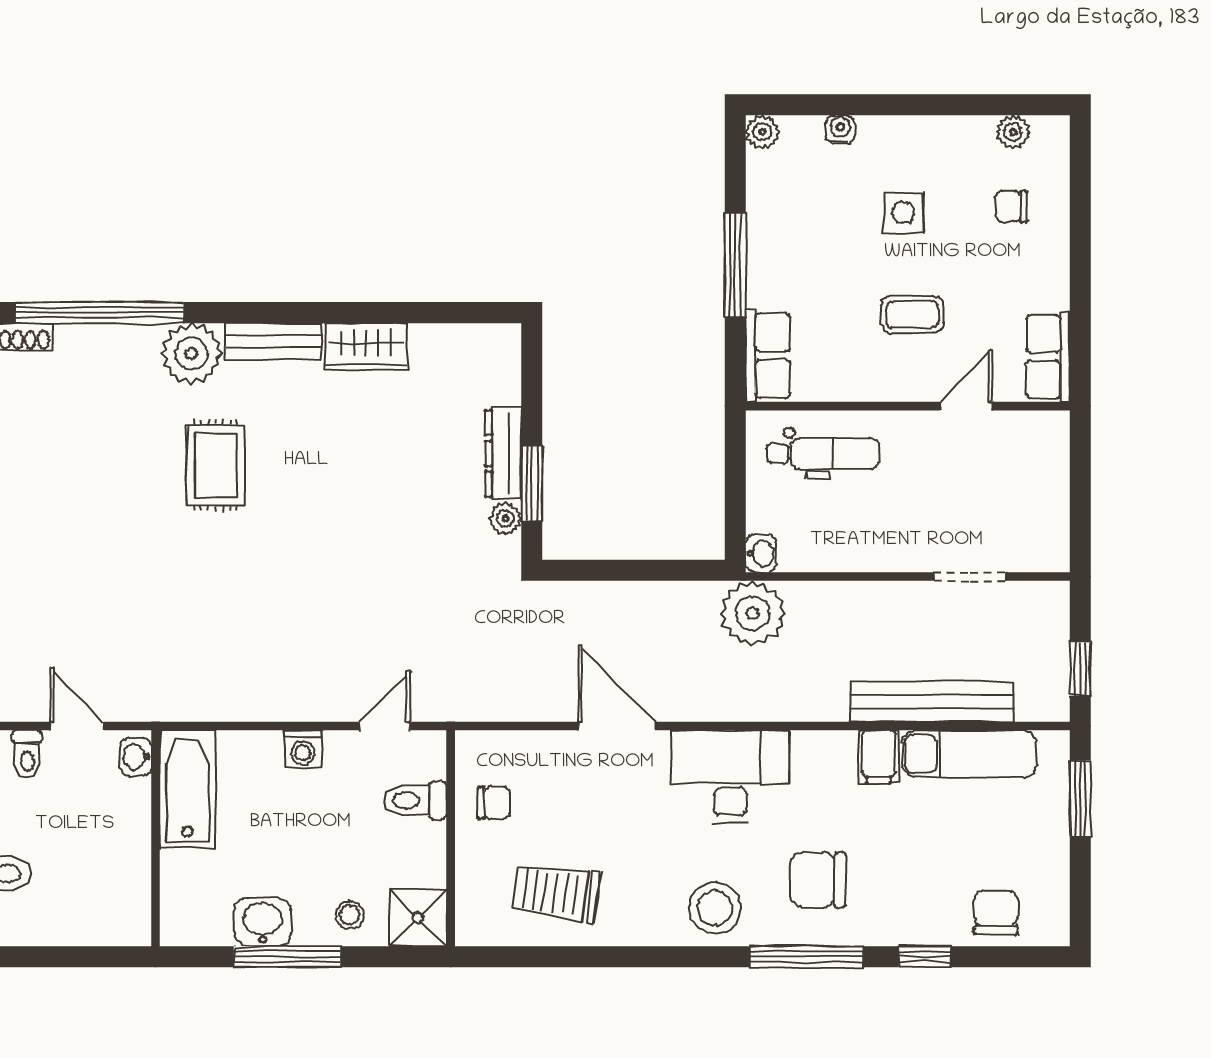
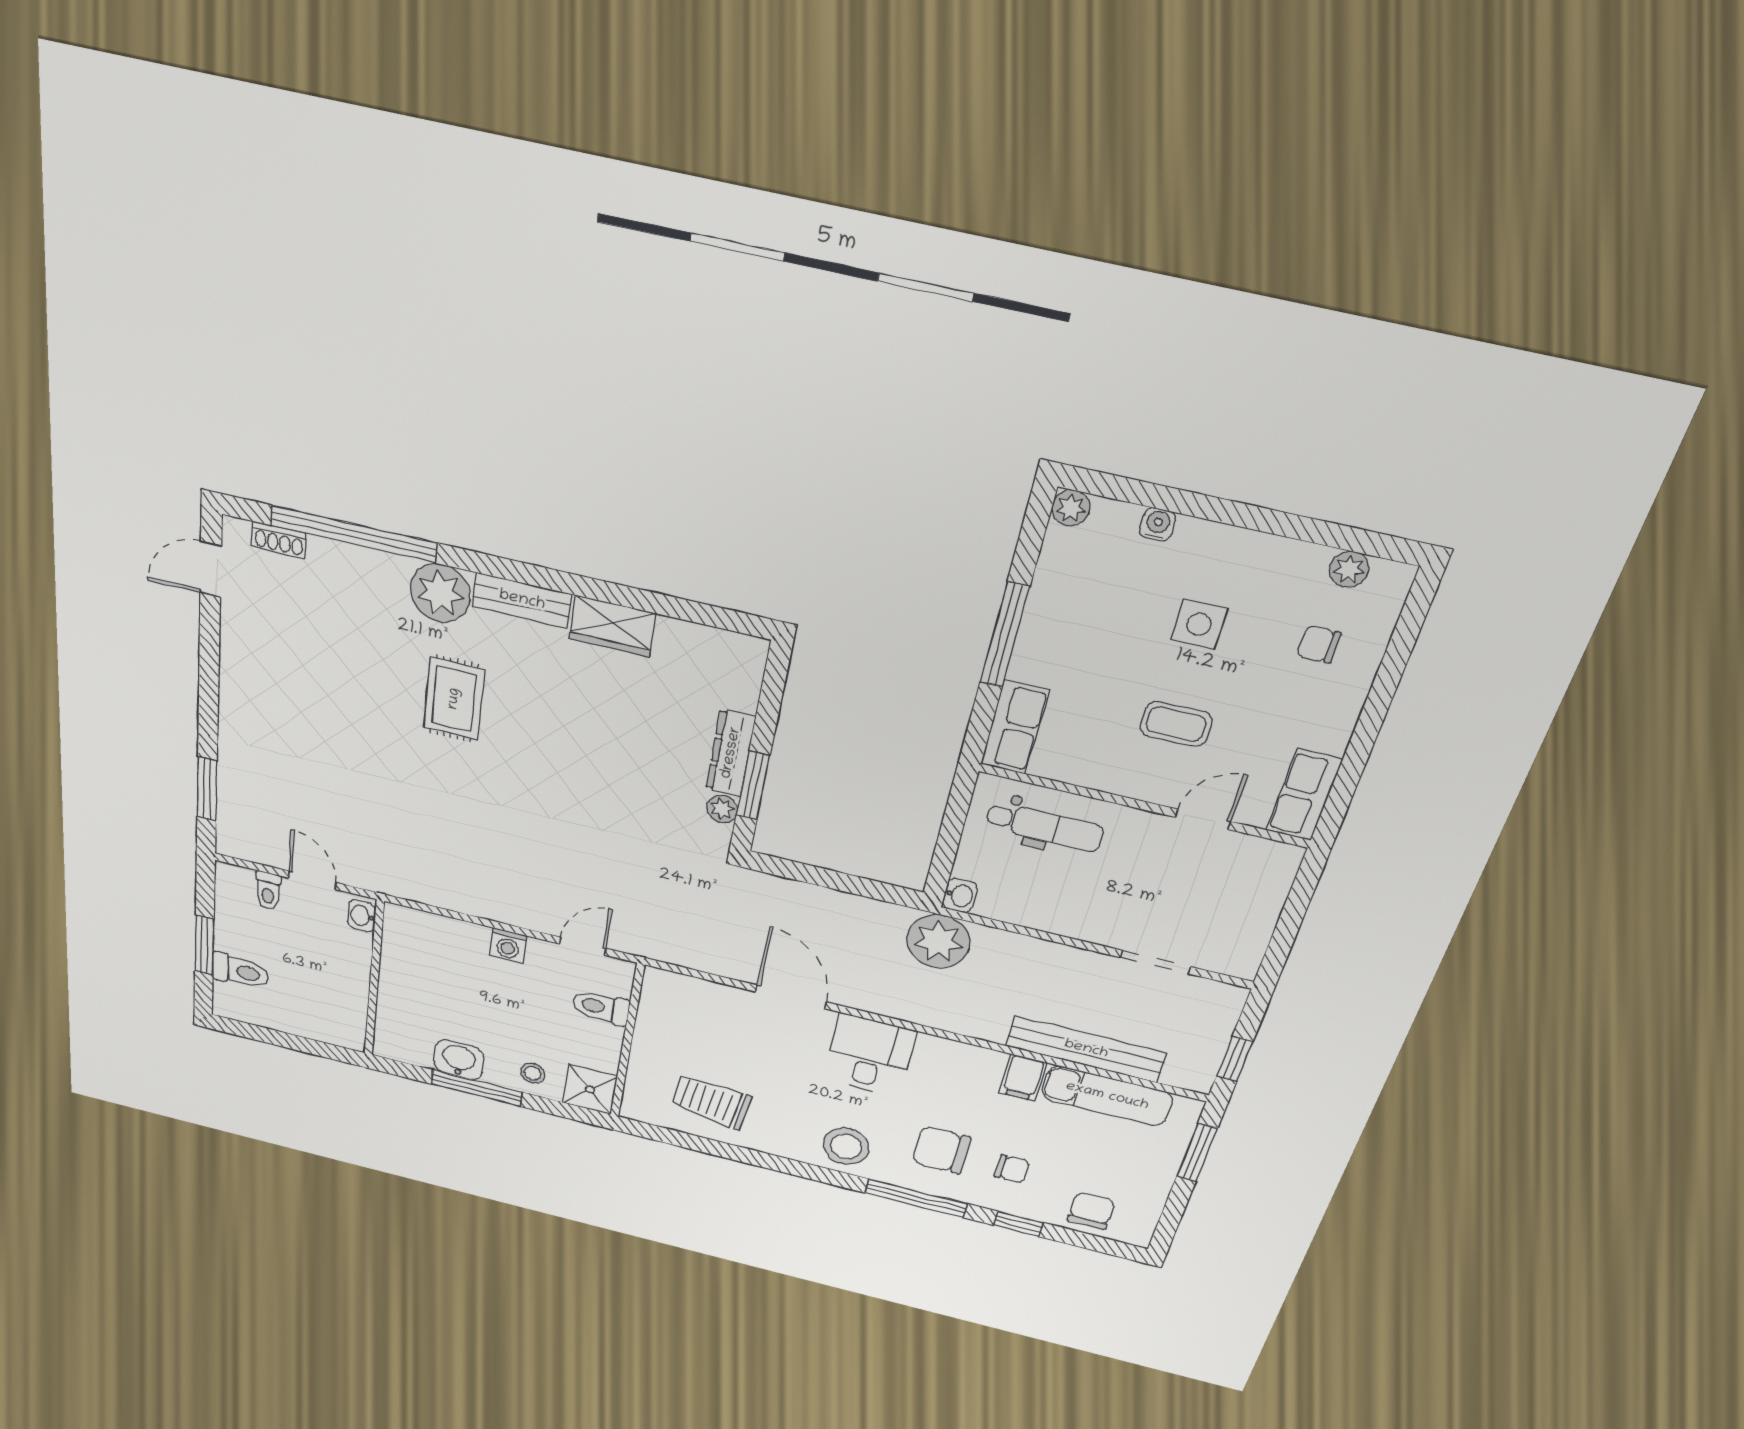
desk: (730, 776) -> (870, 1055), width x0.73
bathtub: (188, 789) -> (405, 951), removed
chair: (494, 803) -> (1012, 1169), moved

